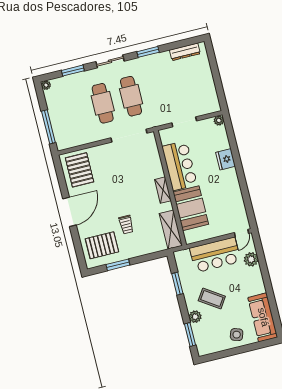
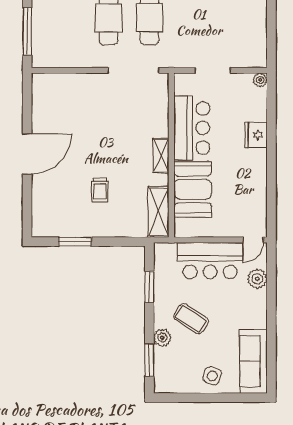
pallet: (80, 170) -> (55, 100), removed
pallet: (102, 245) -> (60, 210), removed

